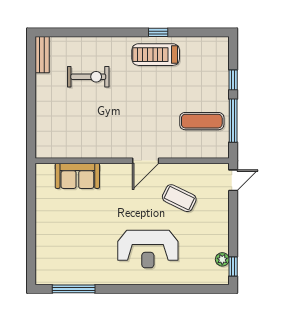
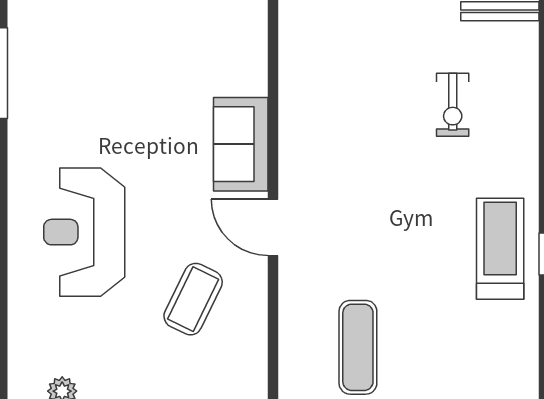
exercise bike: (88, 77) -> (453, 105), width x0.73, depth x0.72
sofa: (77, 176) -> (241, 144), moved

